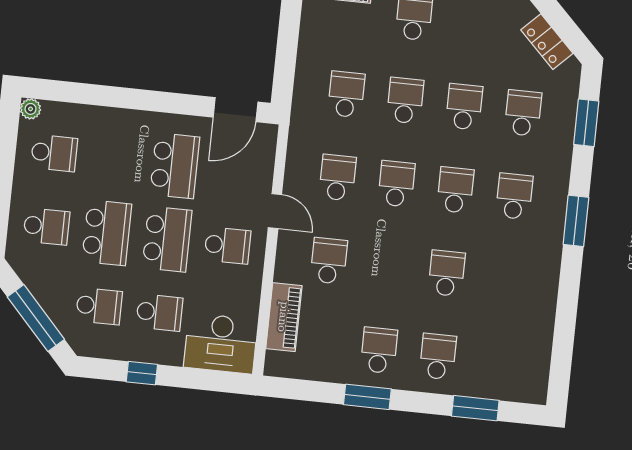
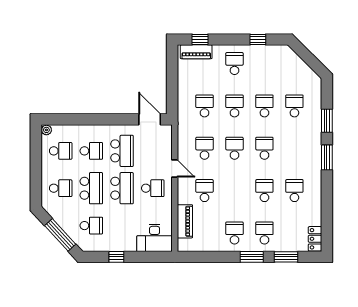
locker: (547, 42) -> (315, 239), moved, turned 45
door: (236, 110) -> (150, 119), swing flipped
window: (586, 123) -> (327, 121), moved
school desk: (514, 196) -> (294, 191), moved
school desk: (159, 312) -> (91, 151), moved
window: (367, 397) -> (252, 257), moved

